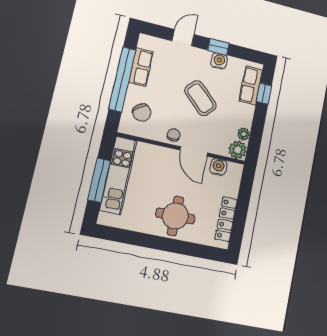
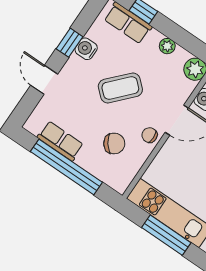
chair: (142, 113) -> (114, 143), moved
plant: (244, 134) -> (167, 46), moved

